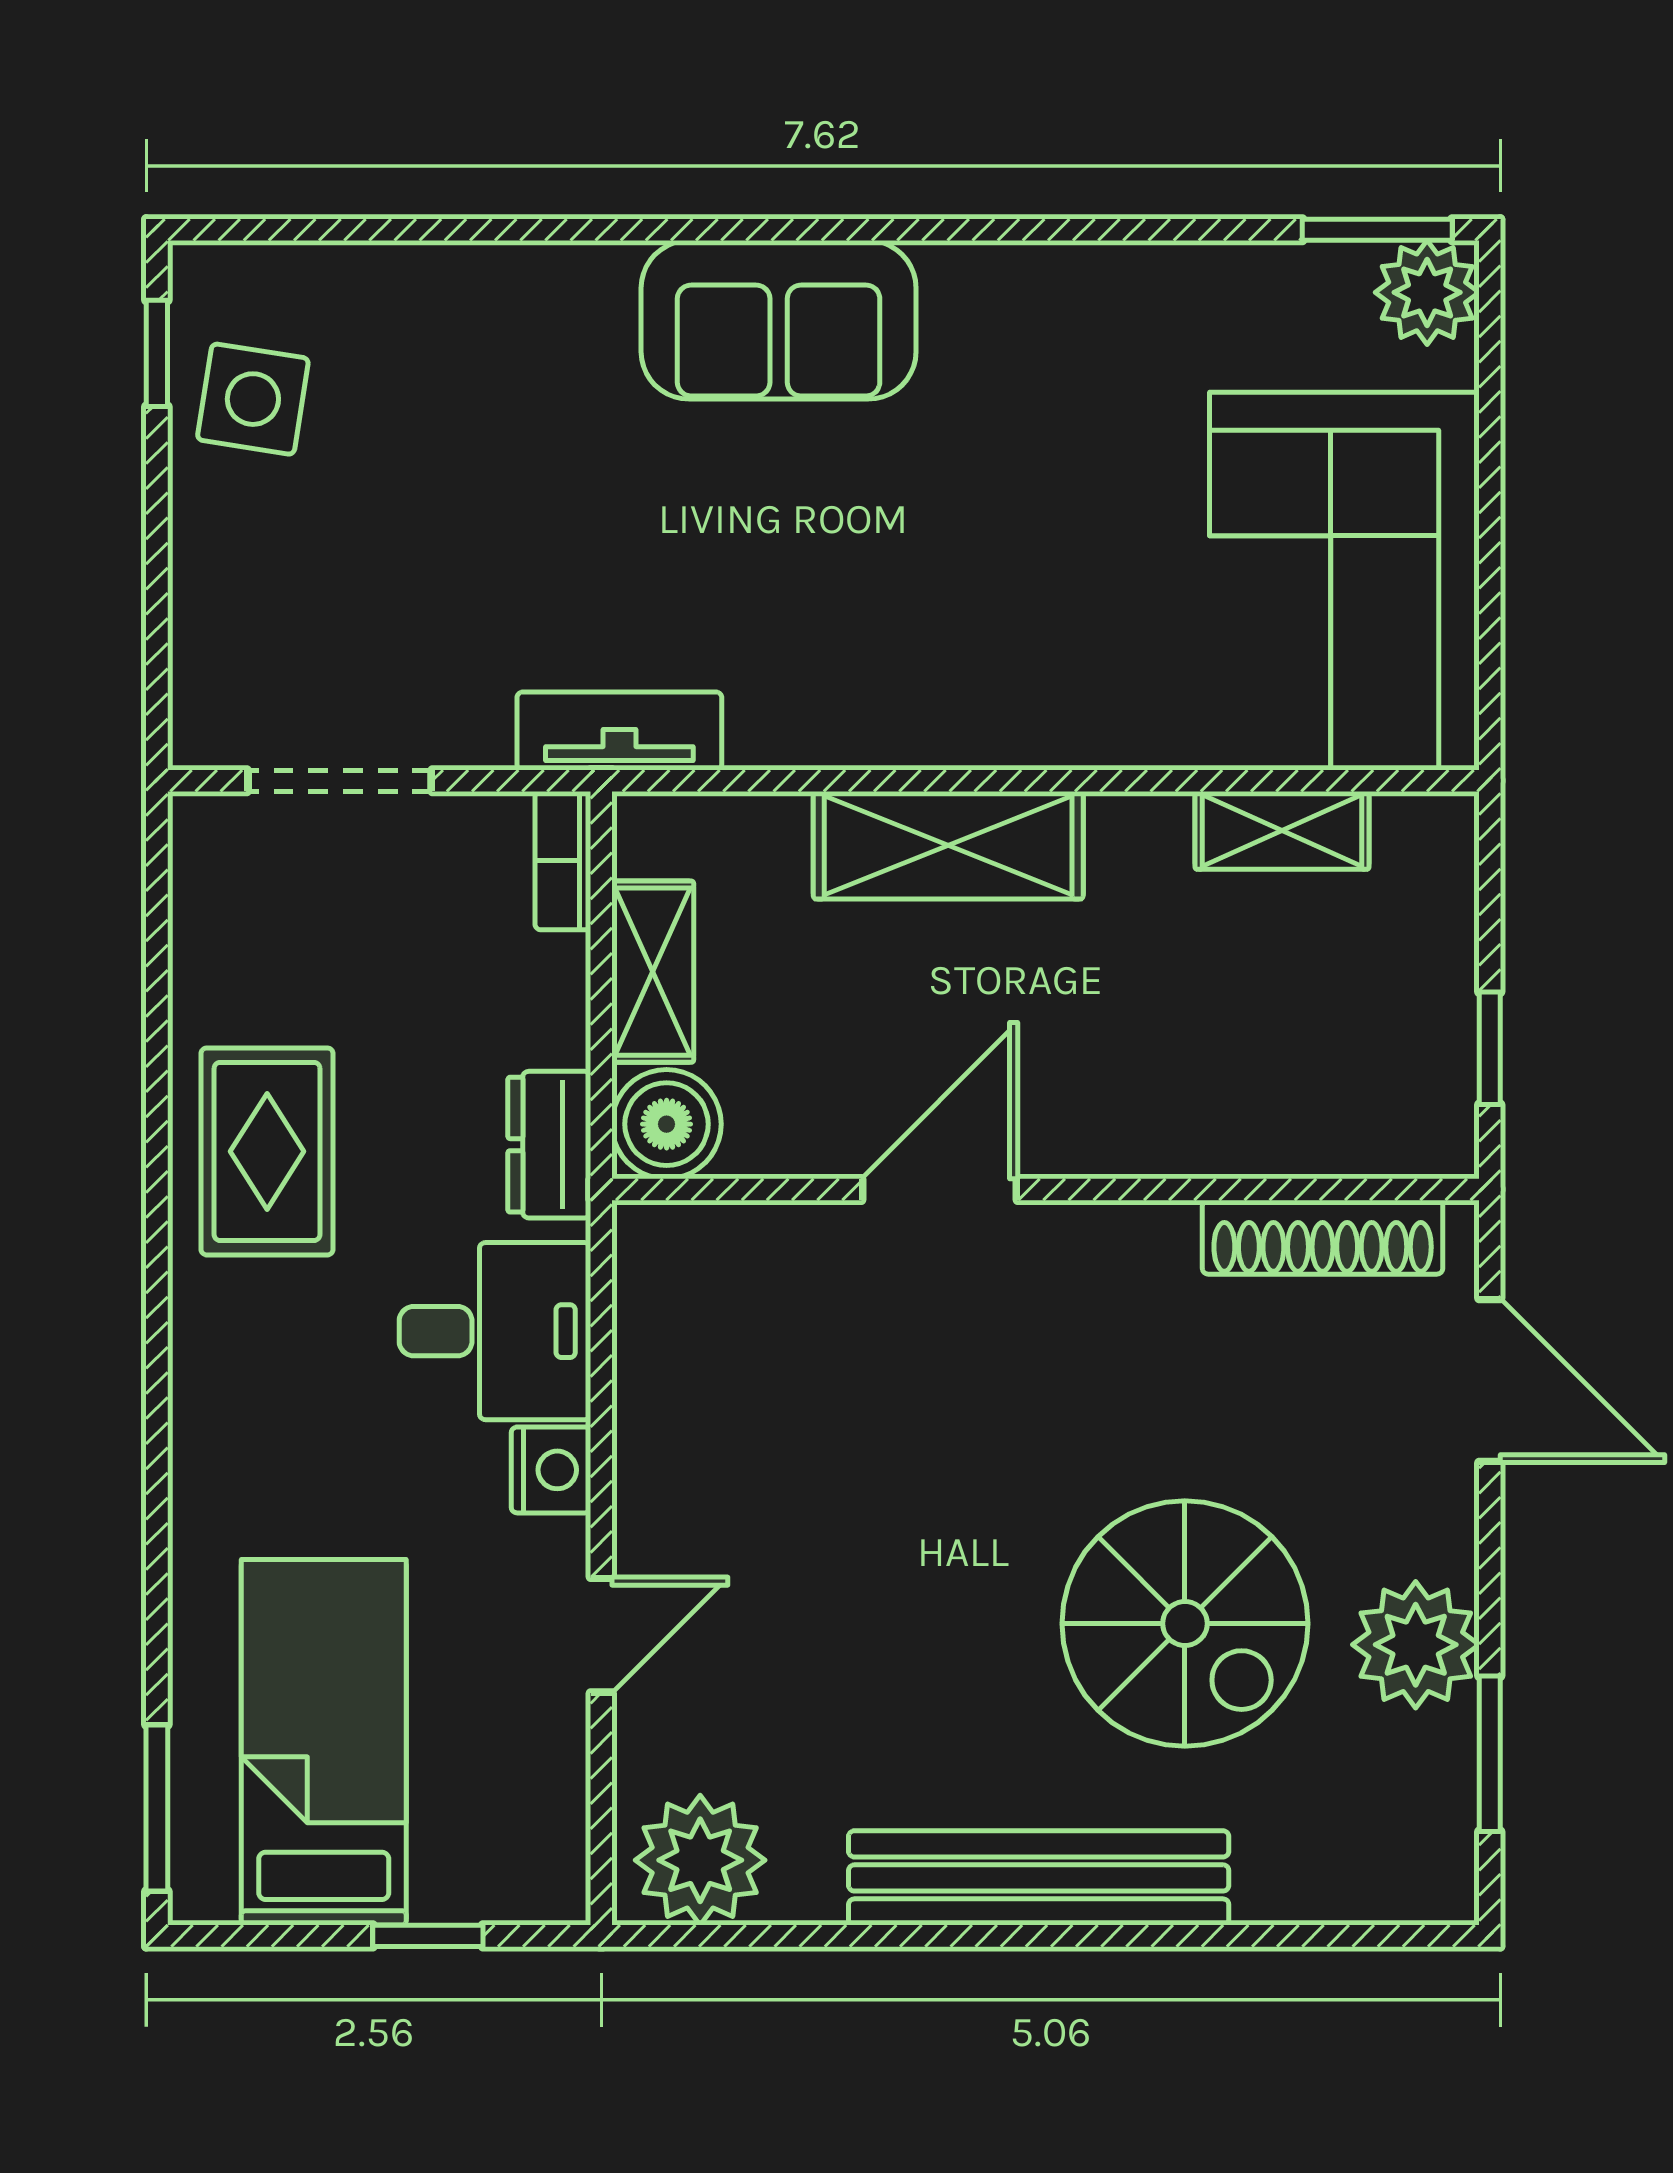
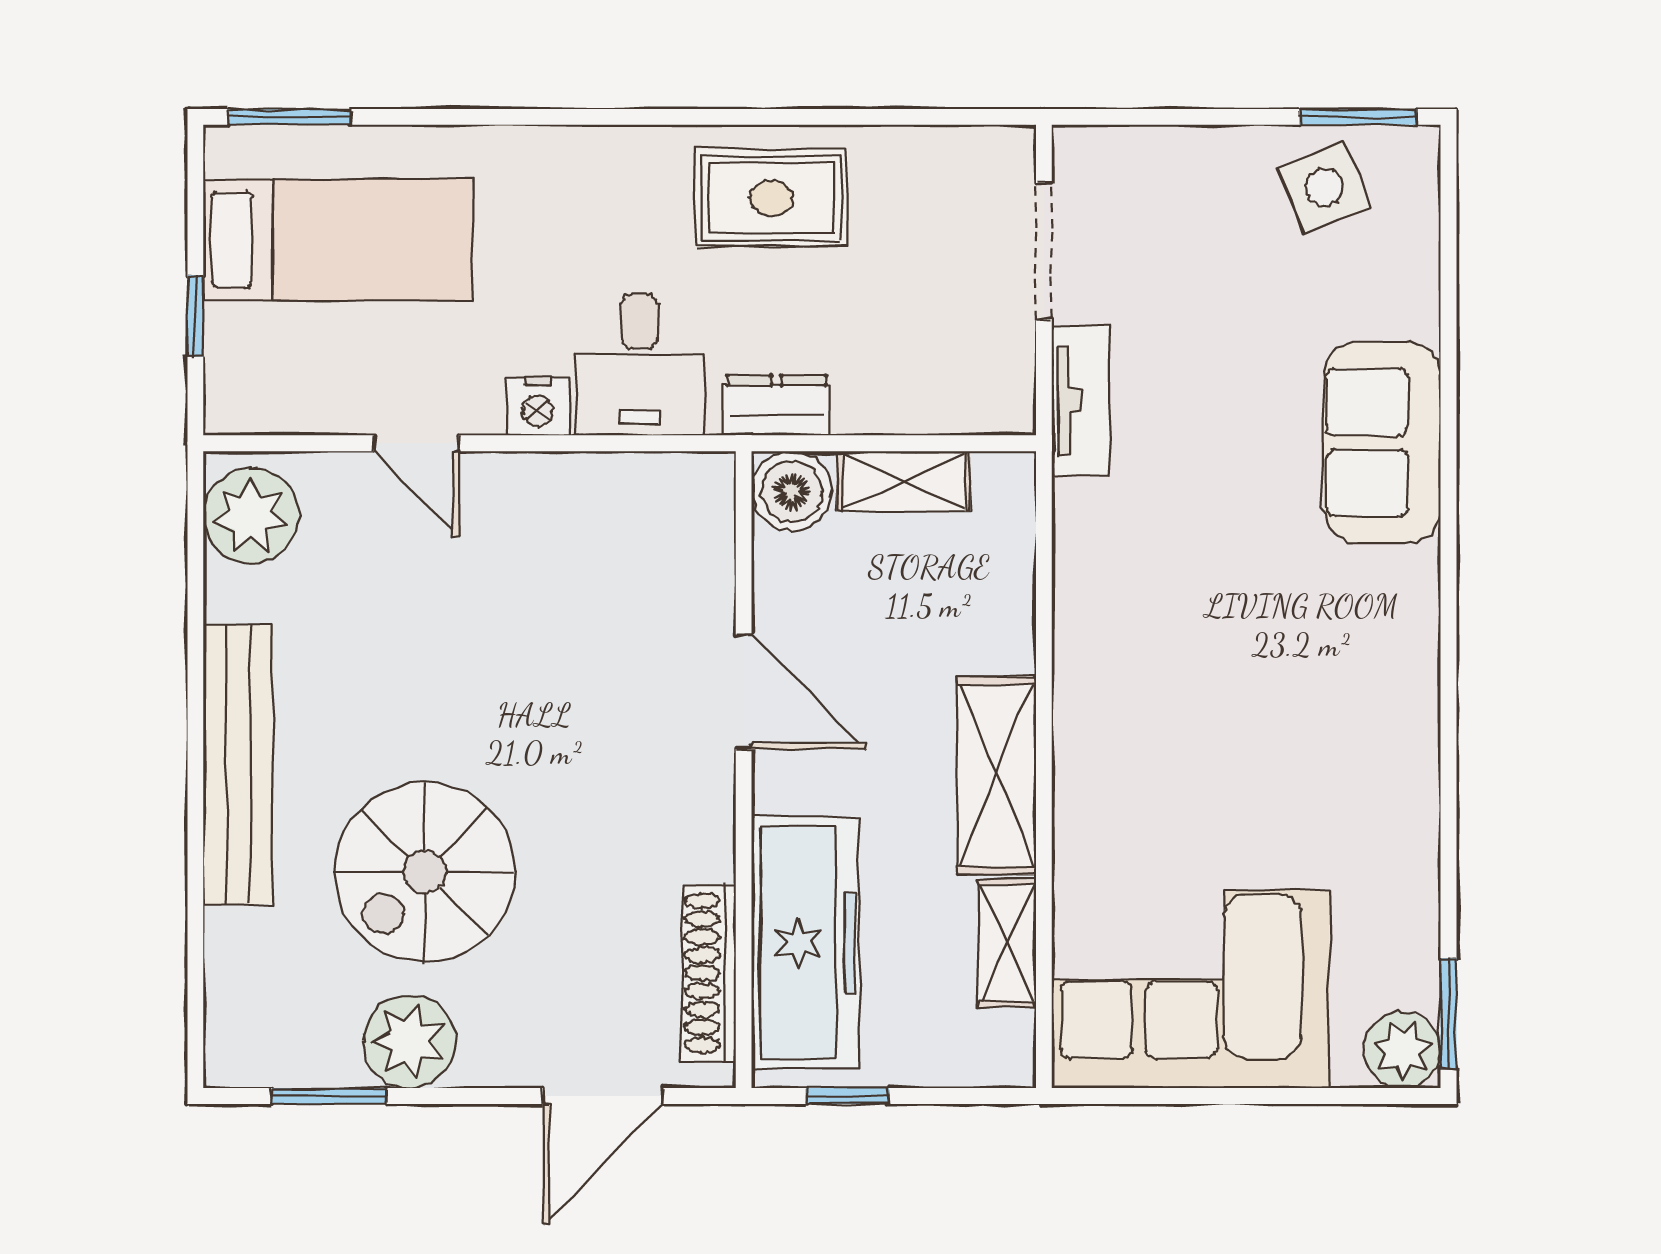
sofa: (779, 320) -> (1382, 442), moved
window: (157, 353) -> (1358, 117), width x1.50
side table: (253, 399) -> (1324, 187), turned -31
tv unit: (619, 731) -> (1080, 400), moved
shelving: (948, 845) -> (996, 775), moved
bookcase: (563, 861) -> (985, 415), removed
freezer: (1281, 1105) -> (806, 943), added

